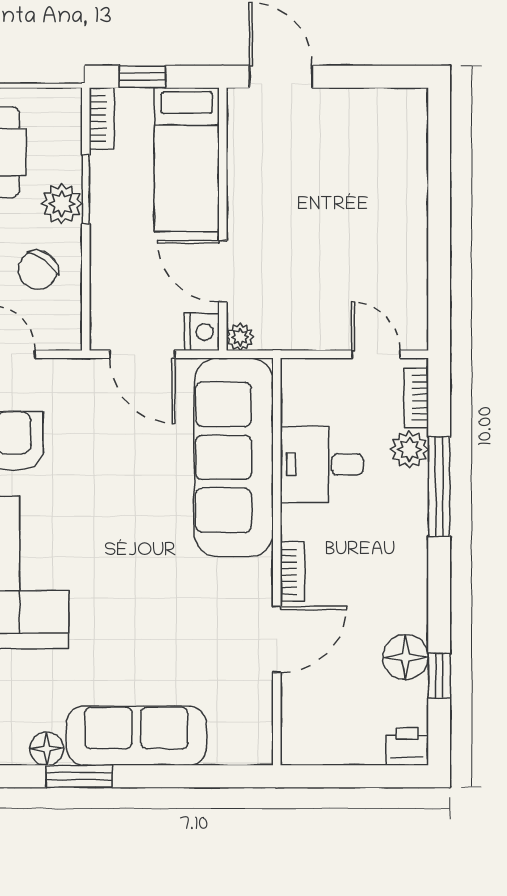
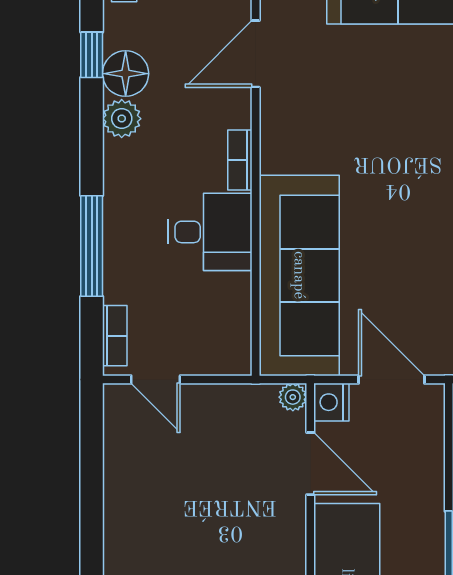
plant: (409, 450) -> (122, 119), moved
desk: (322, 465) -> (210, 232), moved
door: (277, 639) -> (256, 54), moved

